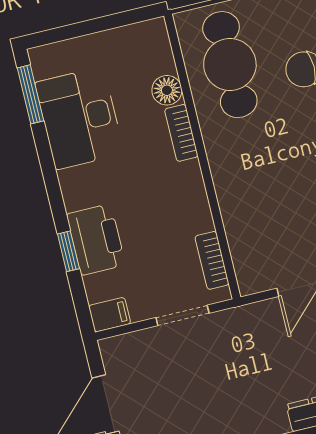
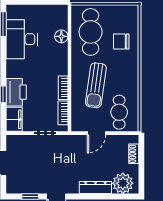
bookcase: (181, 133) -> (63, 88), moved
sun lounger: (271, 181) -> (96, 85), added
filing cabinet: (110, 315) -> (14, 119), width x2.00

